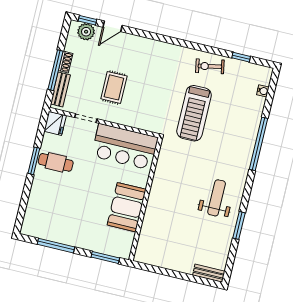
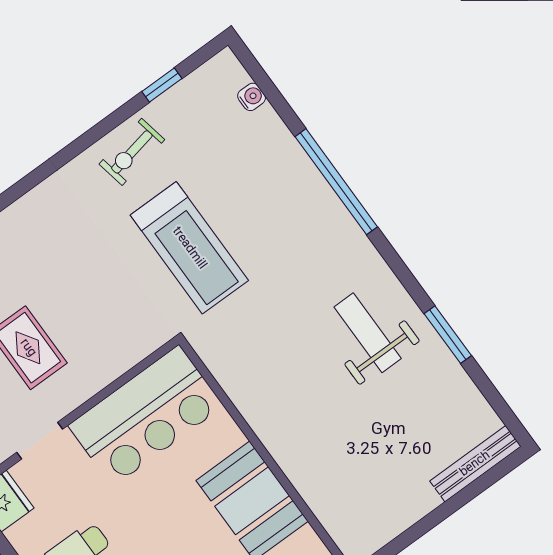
bench: (209, 273) -> (475, 464), width x1.36

